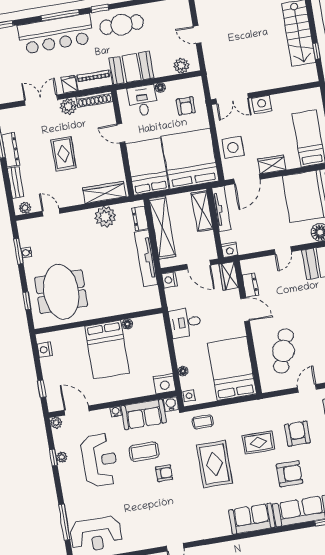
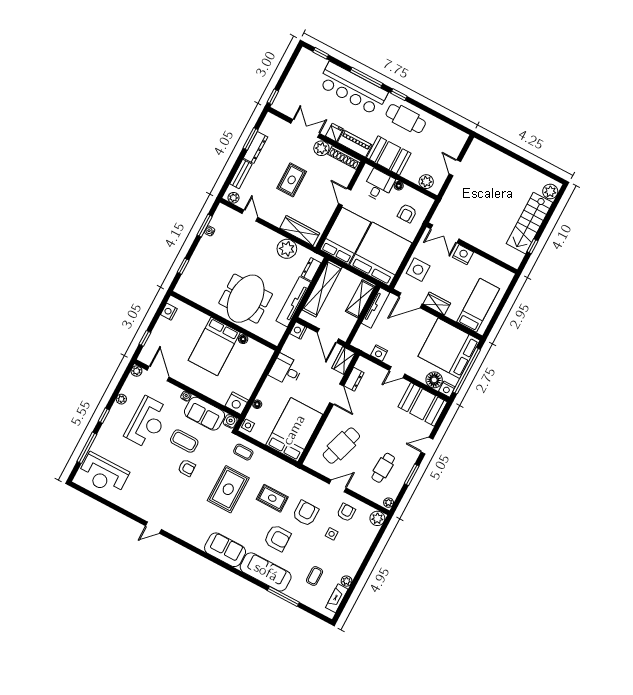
nightstand: (230, 250) -> (379, 353), moved
meeting table: (61, 292) -> (246, 299), moved
window: (53, 458) -> (104, 416), moved

